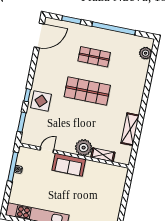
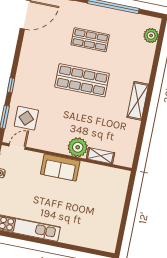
display table: (41, 101) -> (26, 118), moved
shelving: (130, 129) -> (138, 101), moved
door: (47, 150) -> (17, 147), moved

